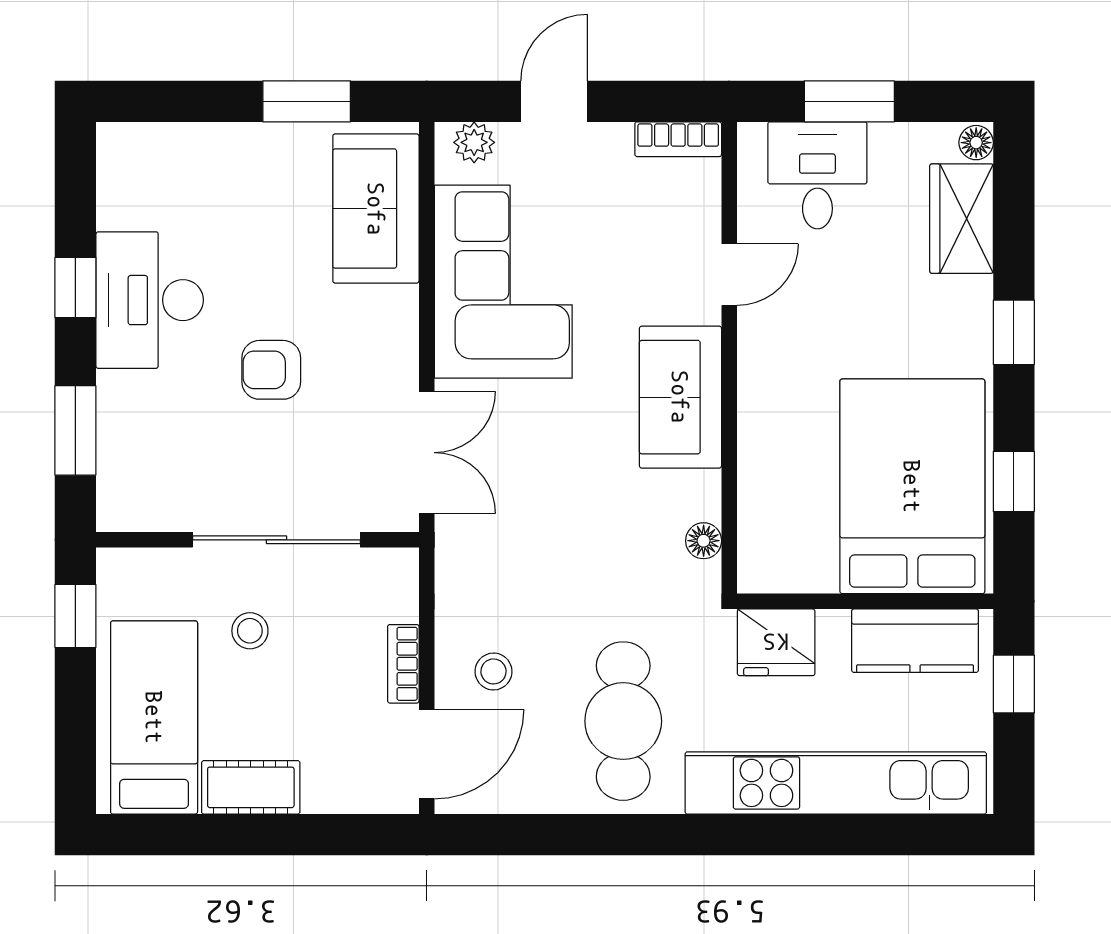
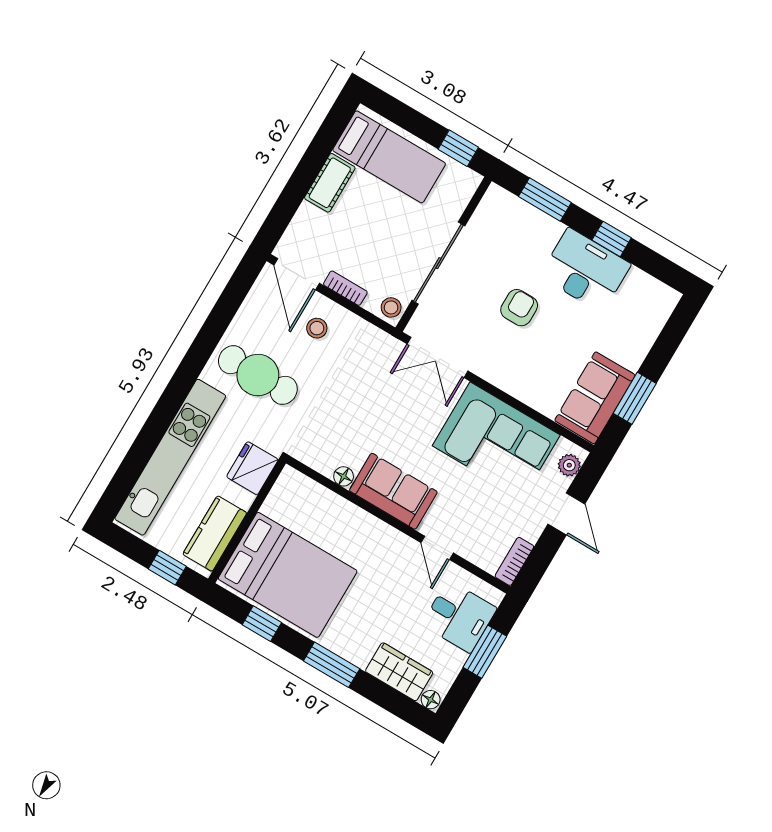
sofa: (376, 209) -> (595, 398), moved, turned -90
window: (1014, 332) -> (332, 665), width x1.50
floor lamp: (704, 541) -> (344, 476), moved
stool: (250, 631) -> (391, 307), moved

